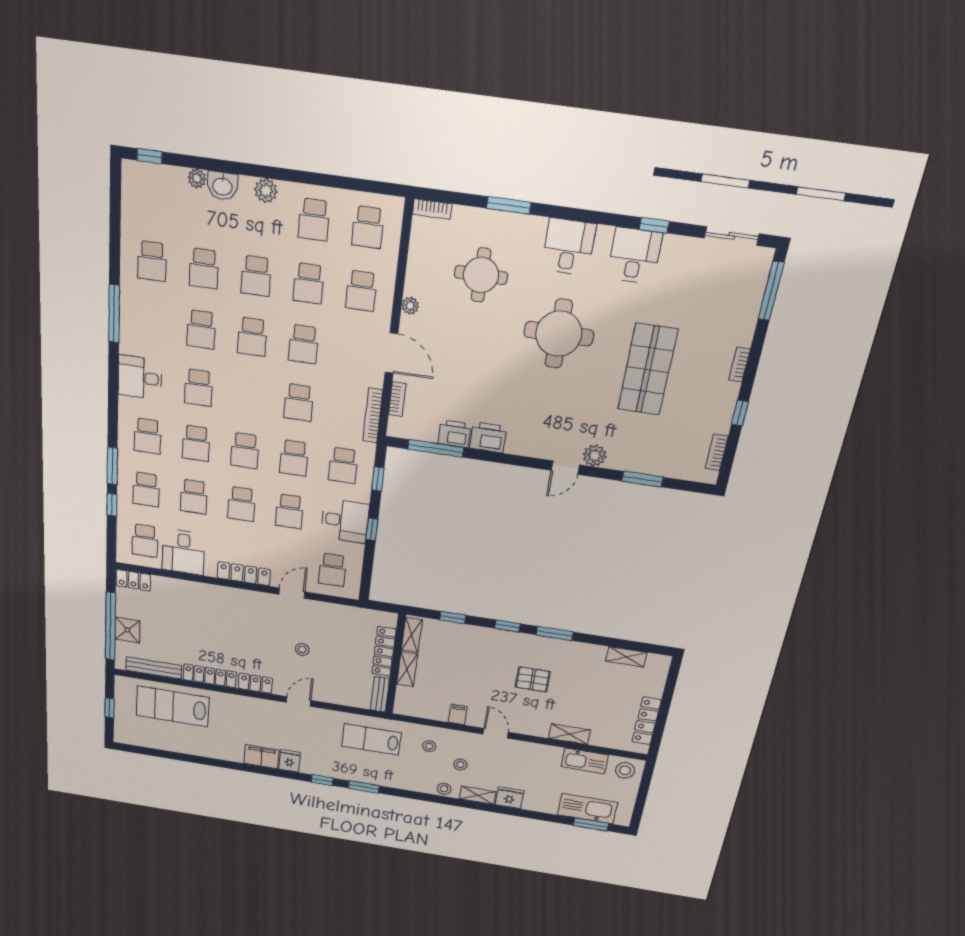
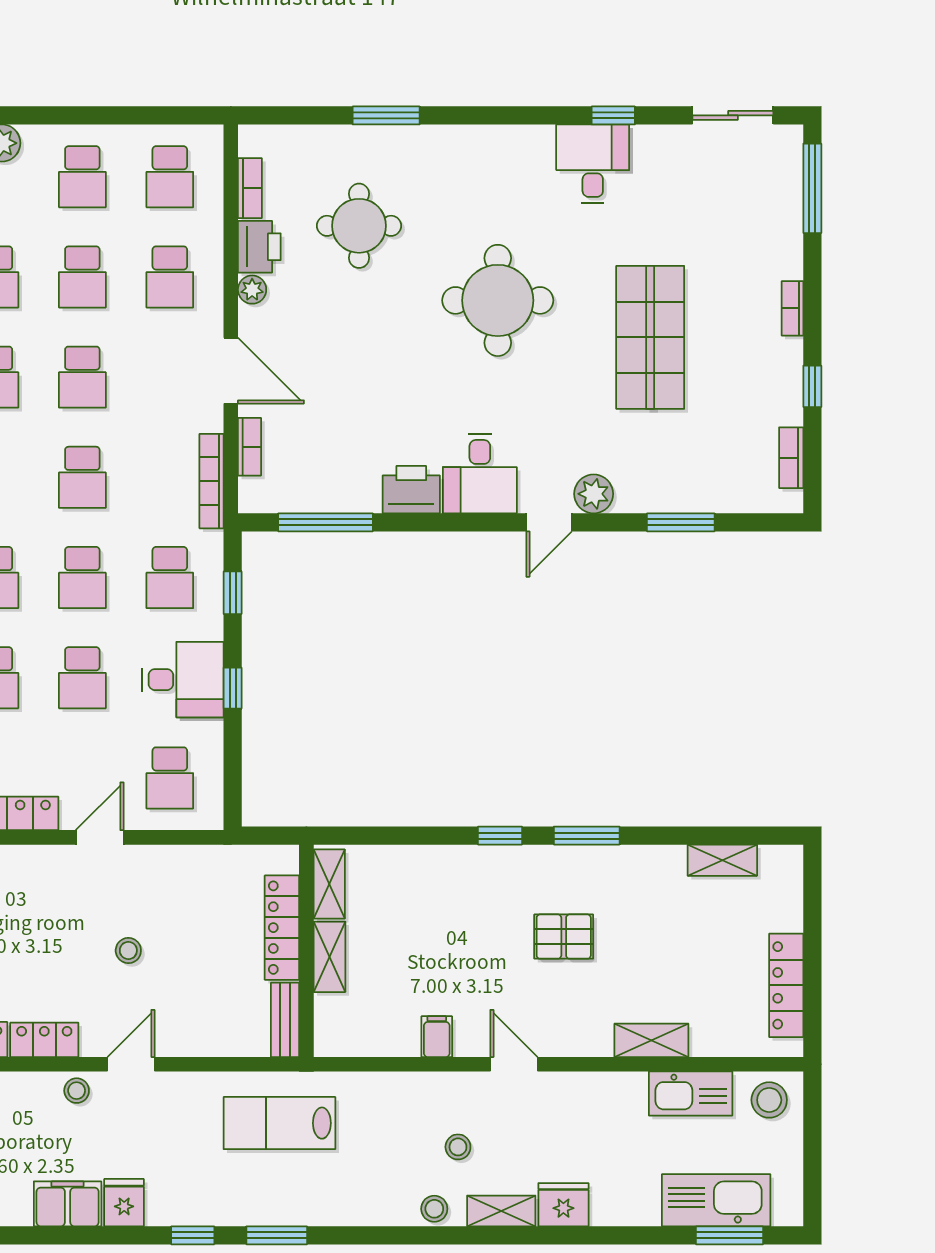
bookcase: (432, 209) -> (250, 188), moved, turned -90
desk: (569, 247) -> (480, 473), moved, turned 180
printer: (455, 434) -> (259, 247), moved, turned 90
window: (453, 617) -> (399, 836), removed
stool: (429, 746) -> (77, 1091), moved

